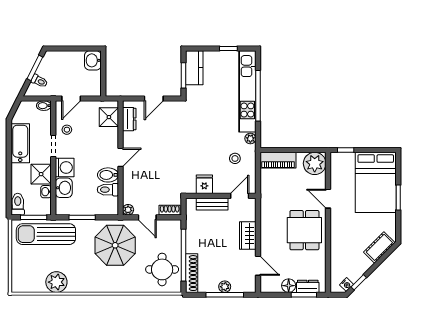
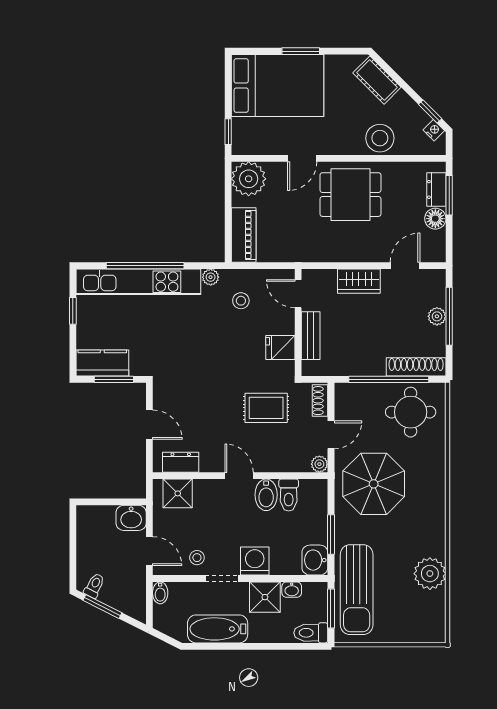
washbasin: (93, 60) -> (131, 518), moved
toilet: (39, 81) -> (94, 586), moved
rug: (165, 175) -> (266, 408), added
washbasin: (64, 188) -> (315, 560), moved, turned -90
stool: (341, 249) -> (380, 138), added

